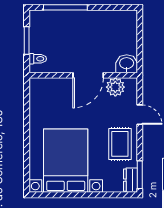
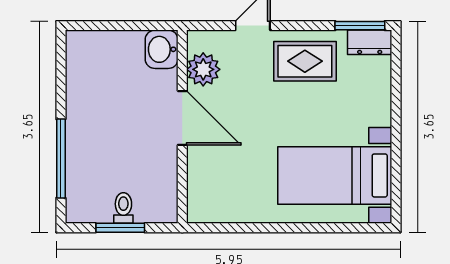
toilet: (38, 59) -> (123, 208), moved
bed with nightstands: (66, 161) -> (335, 175), width x0.73

